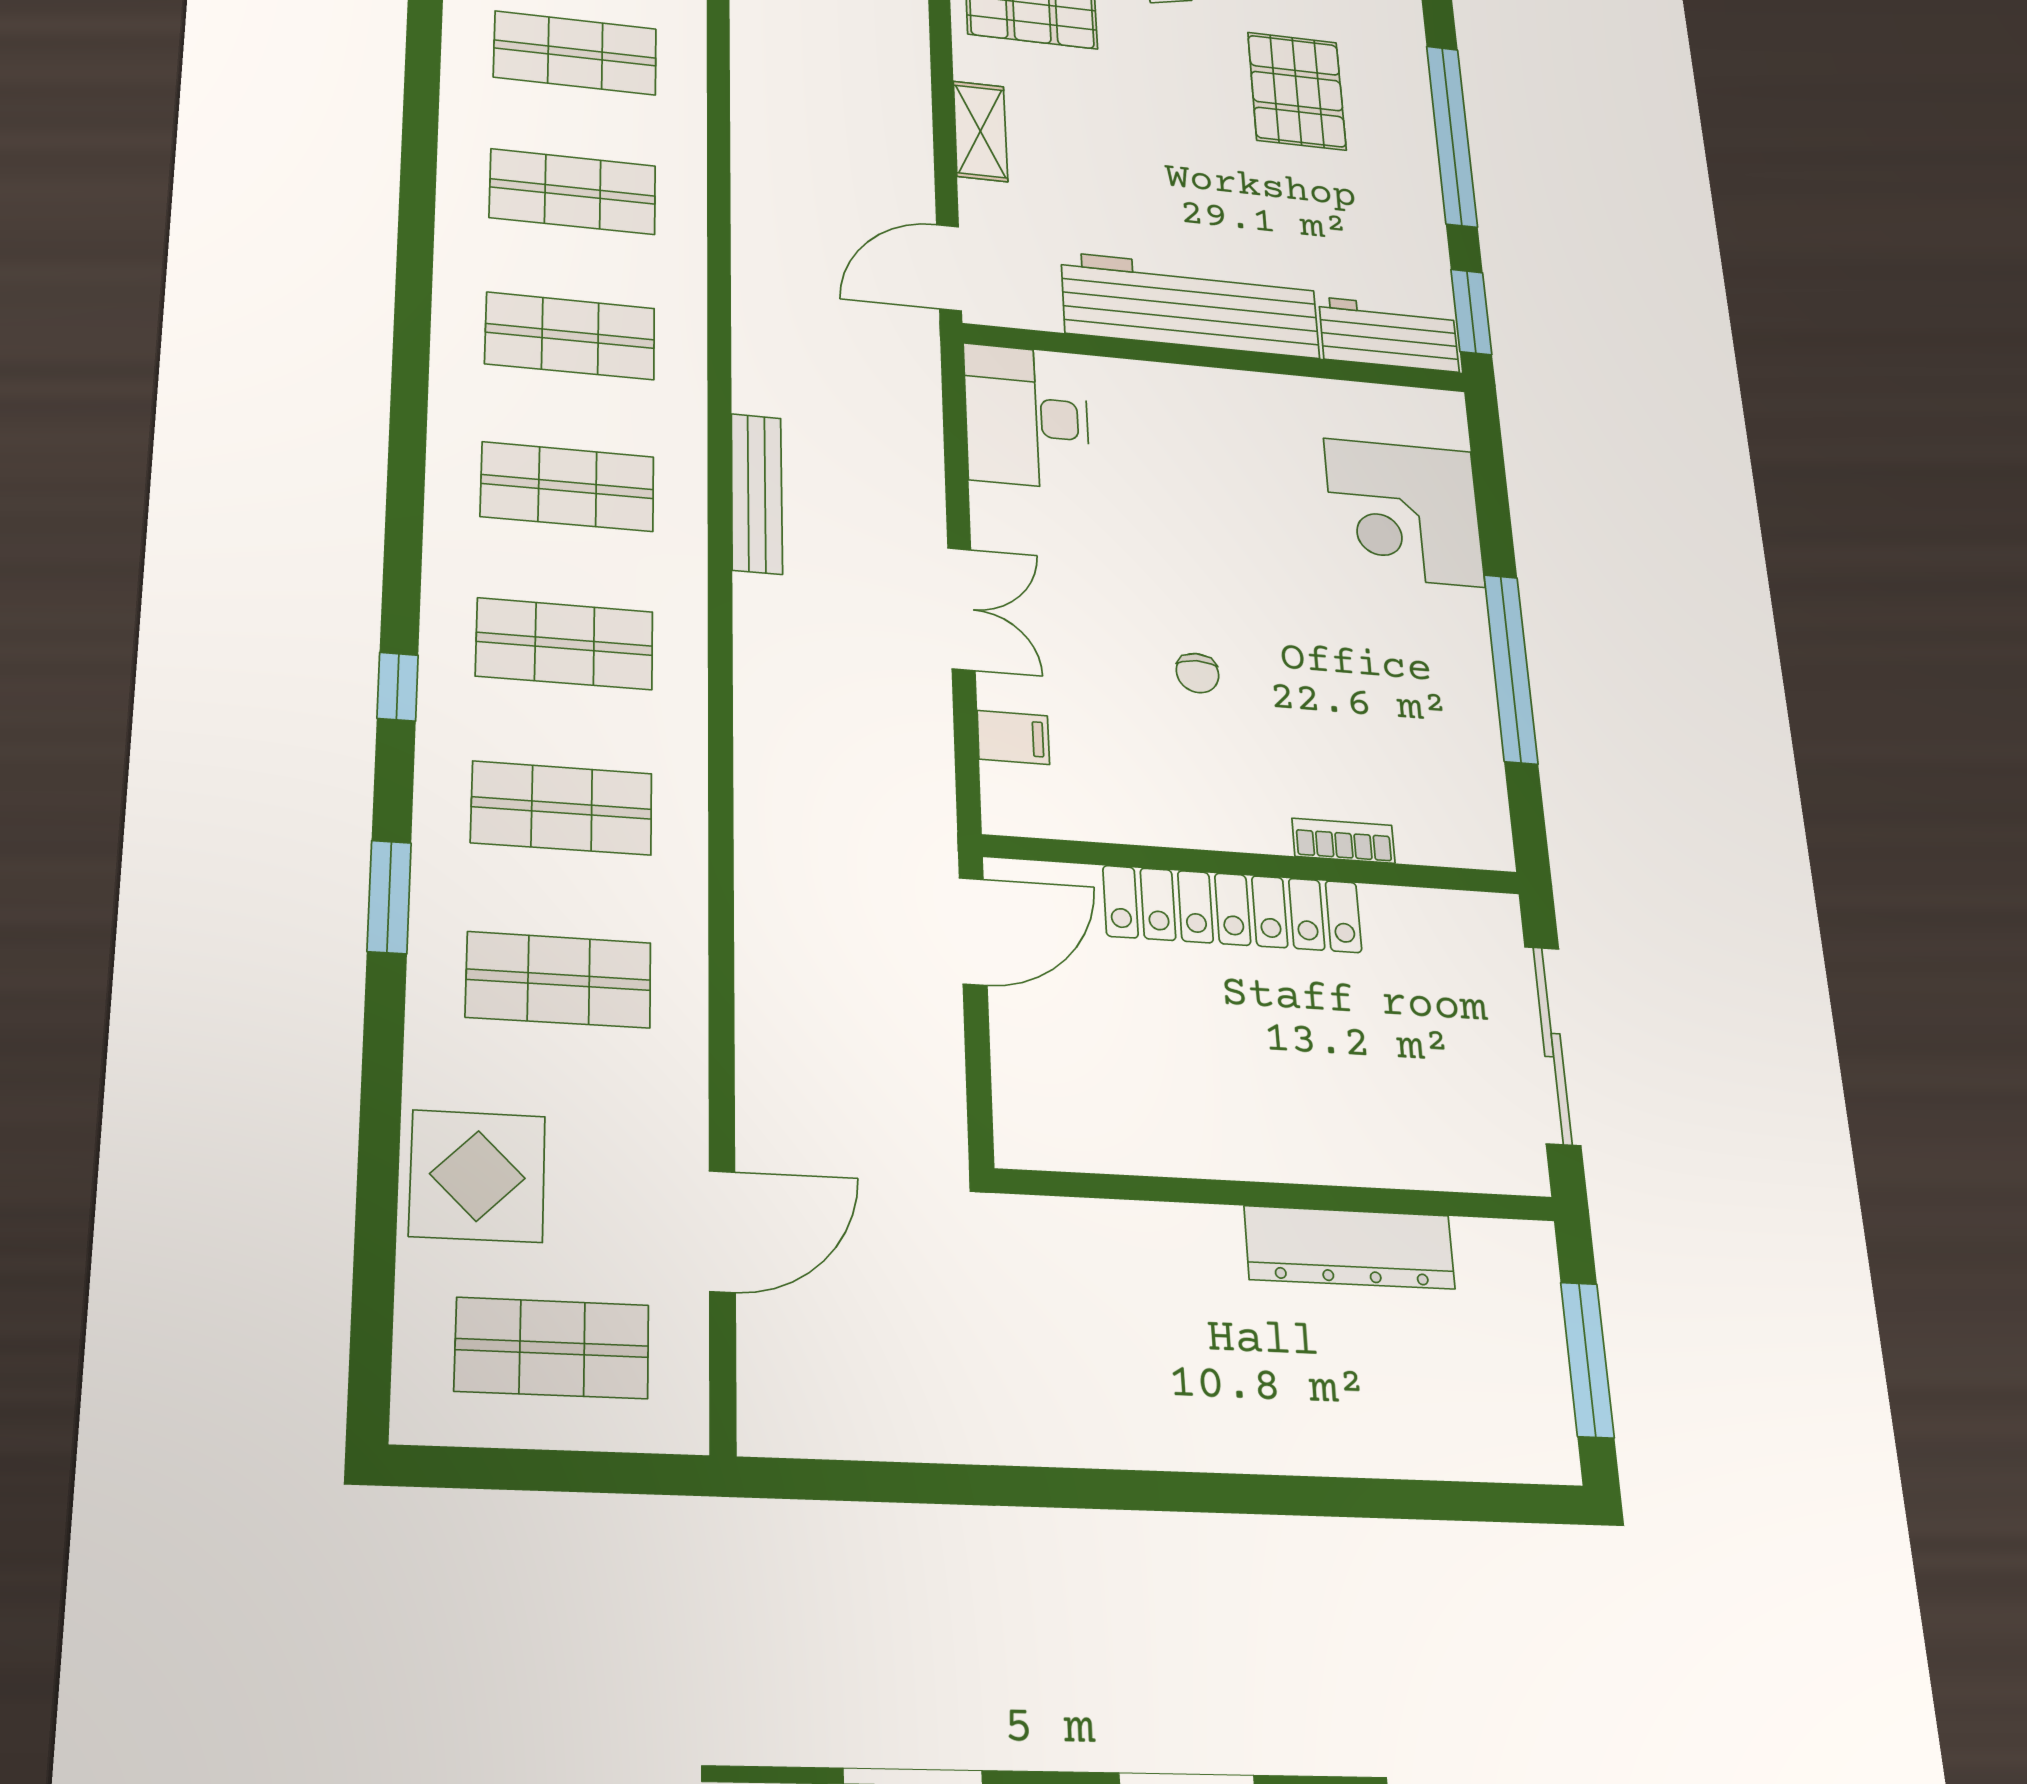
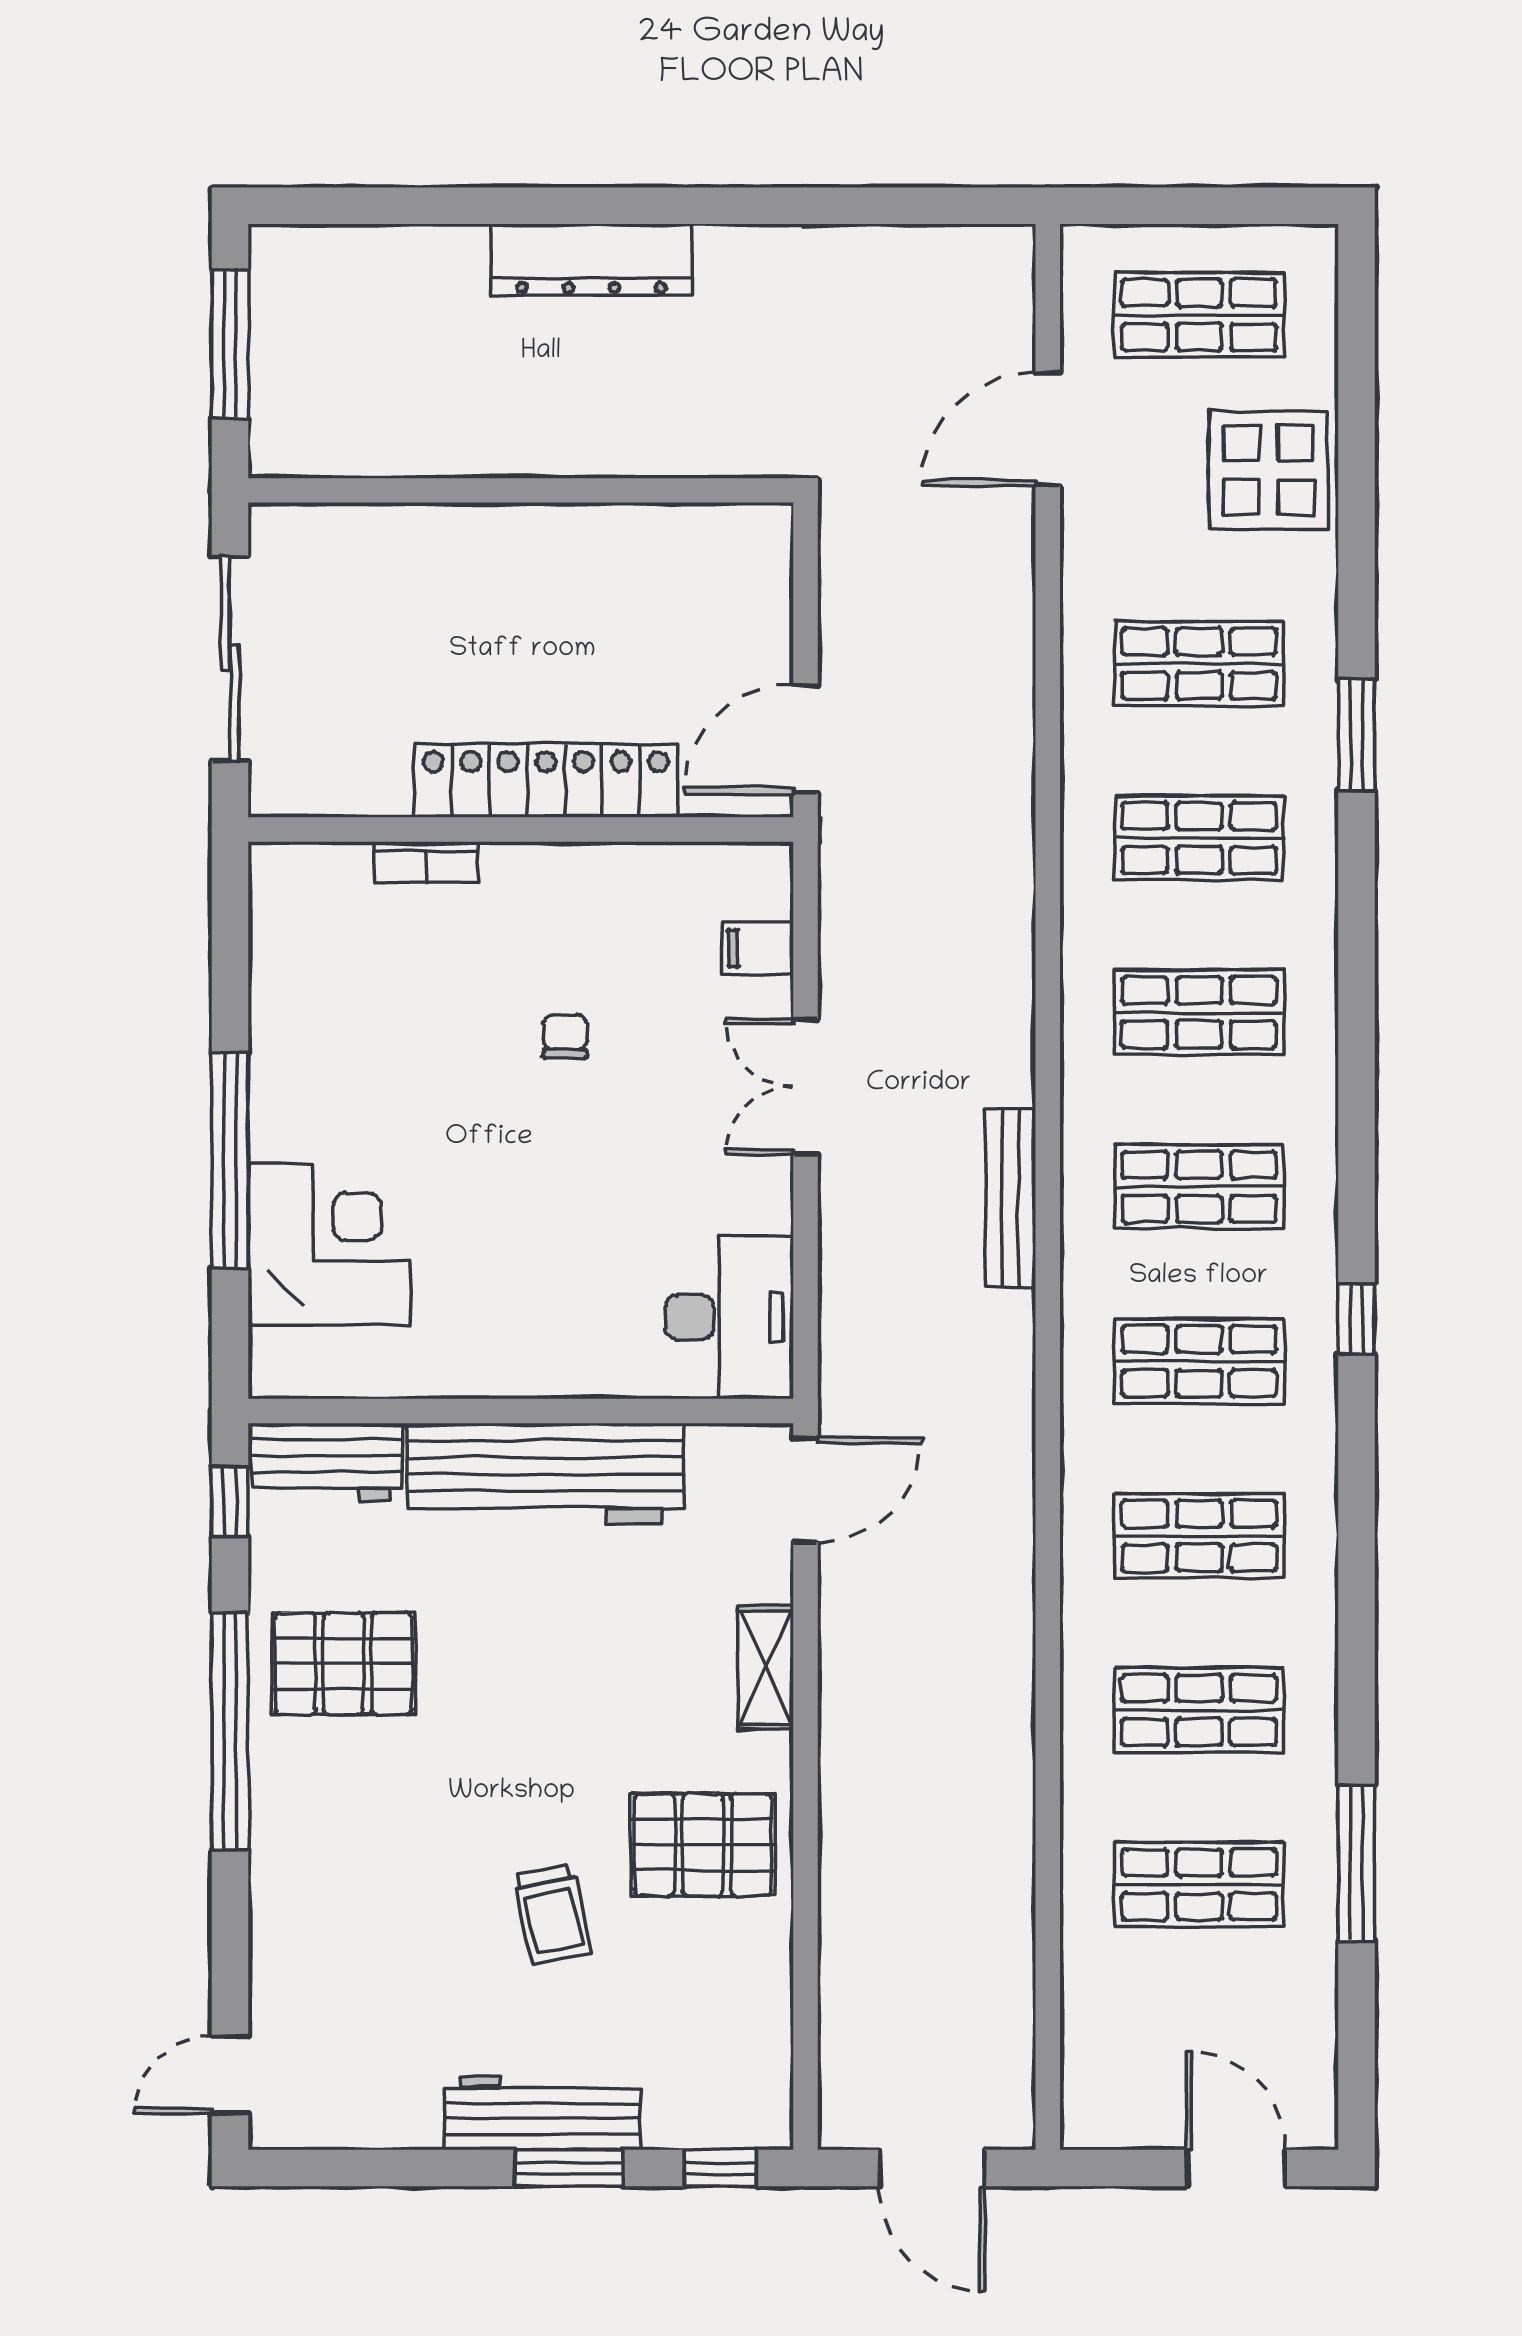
pallet: (1297, 91) -> (344, 1664), moved, turned 90
window: (1471, 312) -> (230, 1502), width x0.67
window: (1511, 669) -> (230, 1161), moved
window: (398, 687) -> (1357, 1319), moved
dresser: (1350, 1247) -> (591, 260), moved, turned 180

